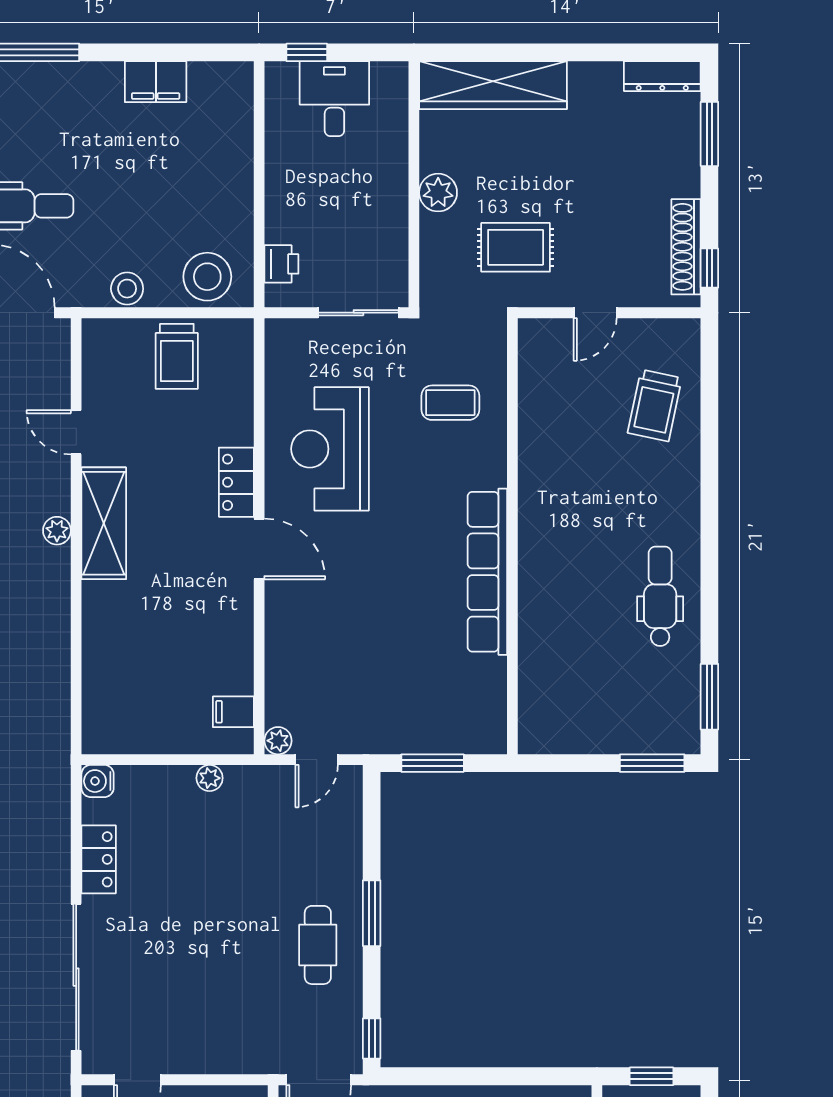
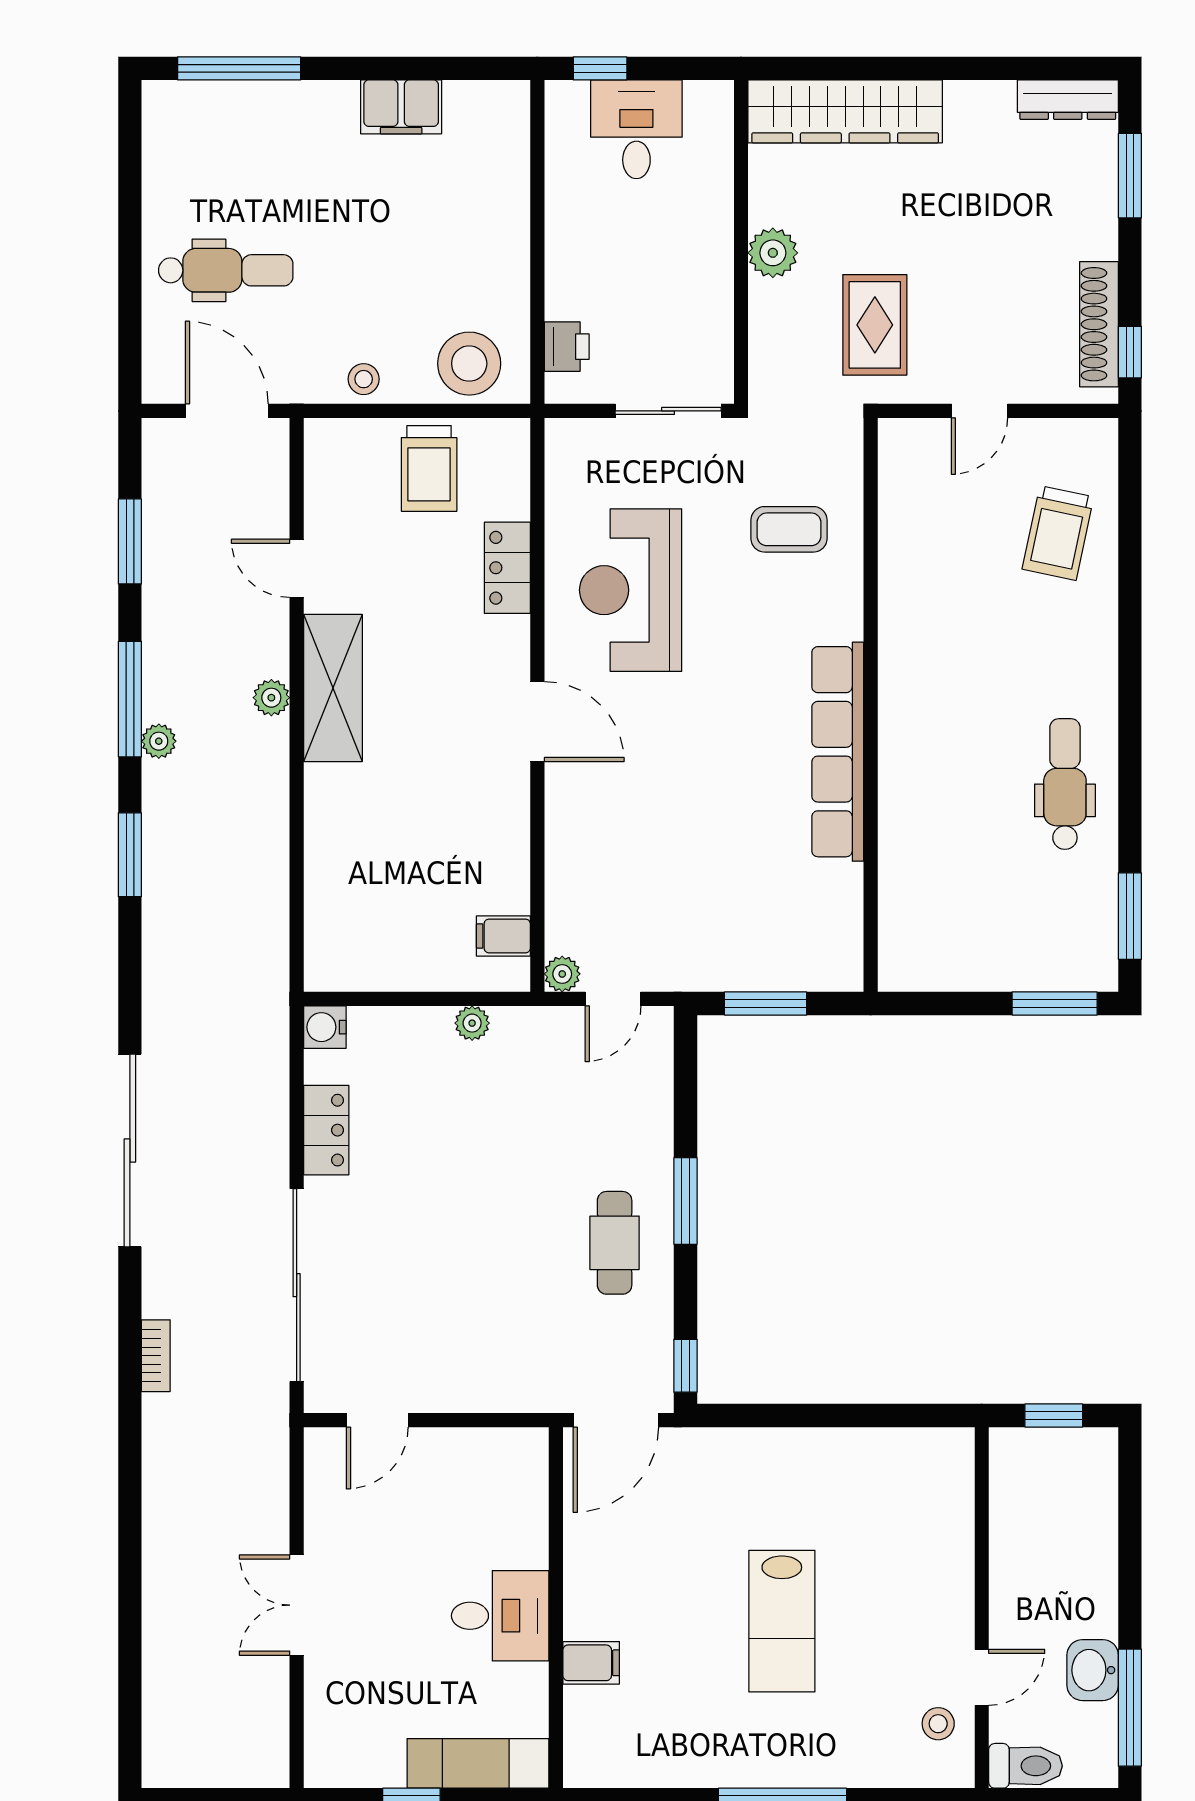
rug: (516, 247) -> (875, 325), turned 90
stool: (127, 289) -> (364, 379), width x0.73, depth x0.73
locker: (236, 482) -> (507, 568), moved

